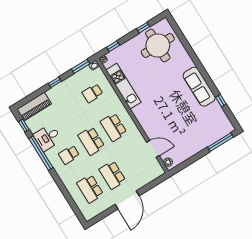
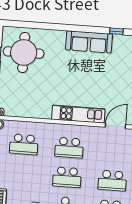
kitchen unit: (123, 86) -> (78, 114), moved
school desk: (92, 93) -> (24, 144), width x1.85

